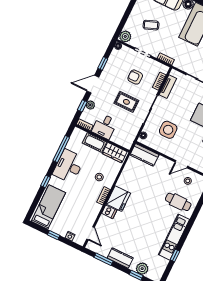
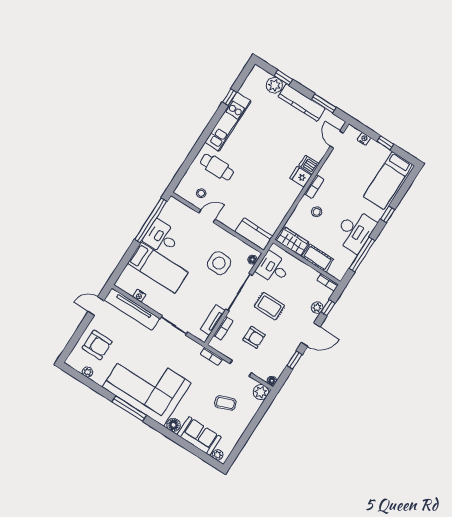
desk: (105, 126) -> (273, 268), moved, turned -90
fridge: (118, 199) -> (301, 177), width x0.53, depth x0.75
kitchen counter: (120, 258) -> (302, 102), width x1.50

